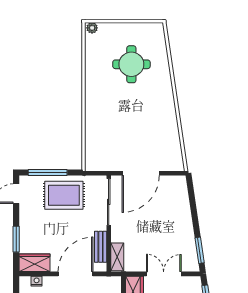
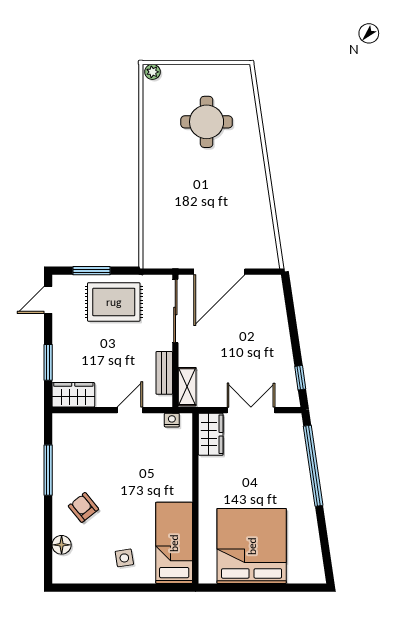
window: (48, 173) -> (91, 271), width x0.69
window: (200, 250) -> (300, 378), width x0.67
door: (76, 274) -> (130, 410), width x0.53
nightstand: (37, 281) -> (172, 420), moved

